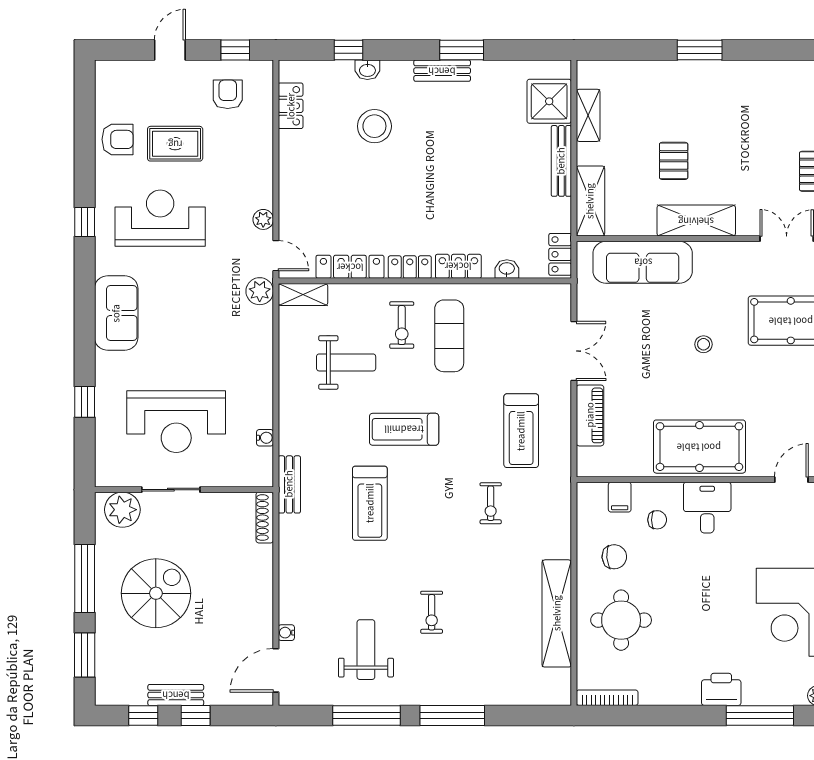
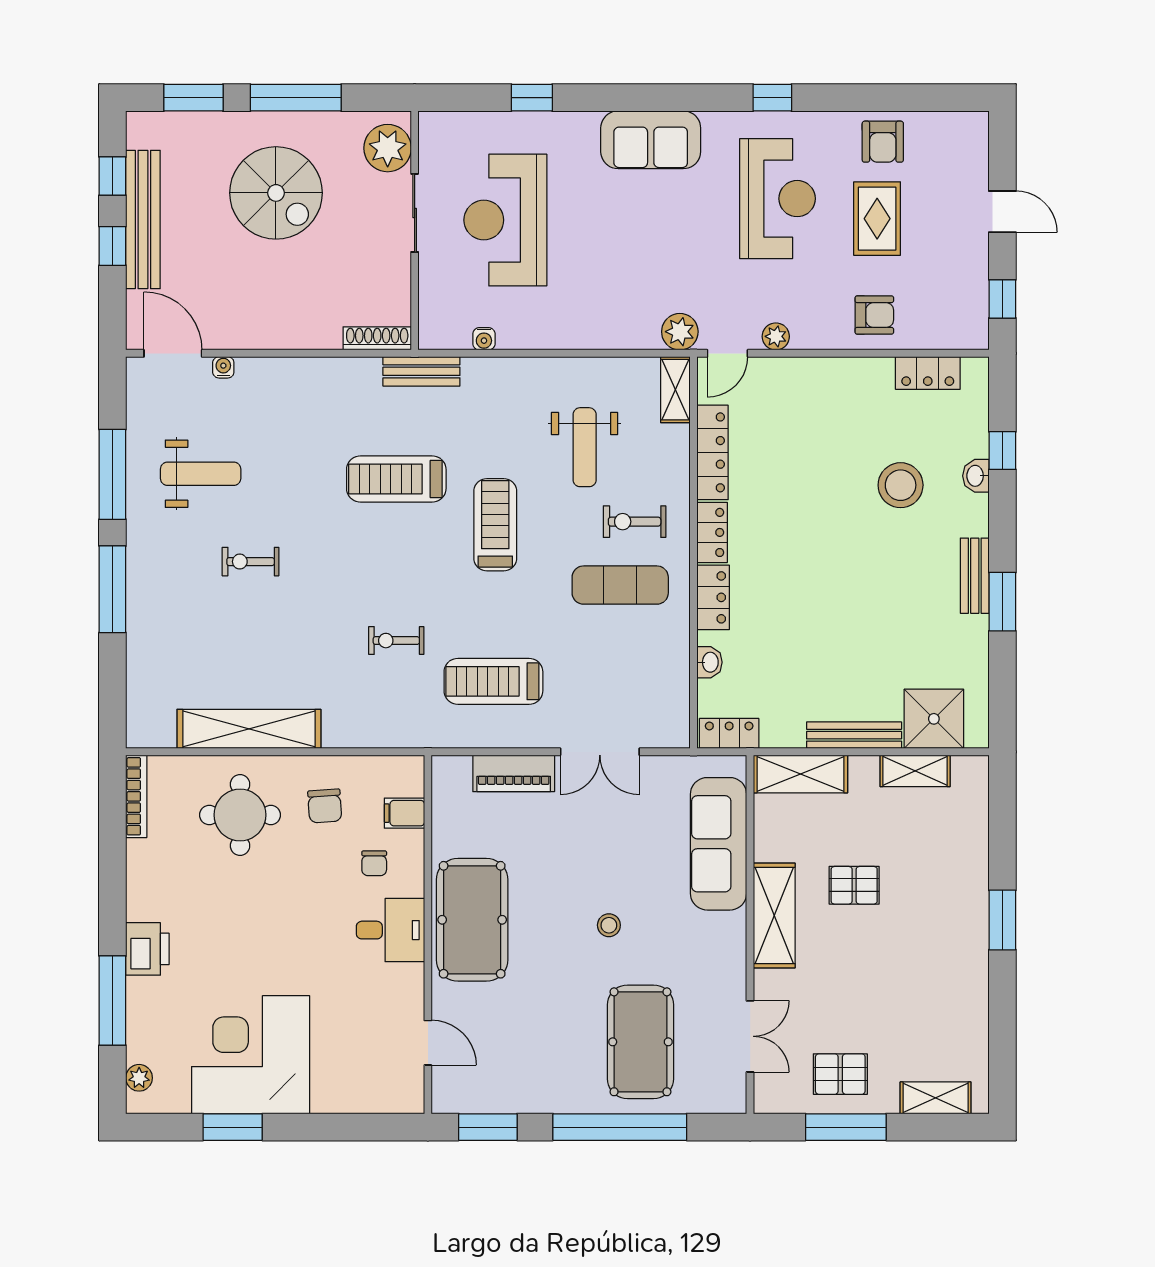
armchair: (228, 94) -> (874, 315), moved
bench: (176, 695) -> (143, 219), width x1.86, depth x1.21

